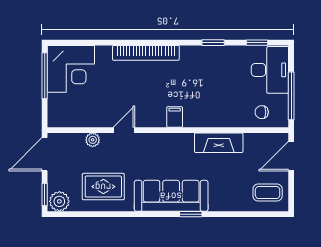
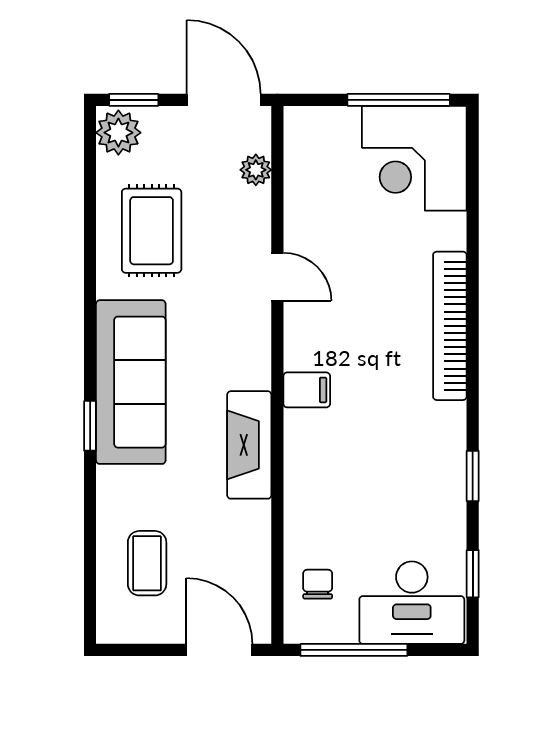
plant: (93, 140) -> (256, 170), moved
fireplace: (219, 143) -> (249, 445), moved
coffee table: (268, 193) -> (147, 563), moved

